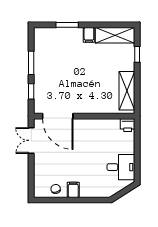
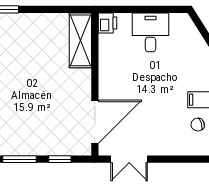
shelving: (127, 91) -> (80, 40), moved, turned 90
desk: (121, 167) -> (151, 32), moved

